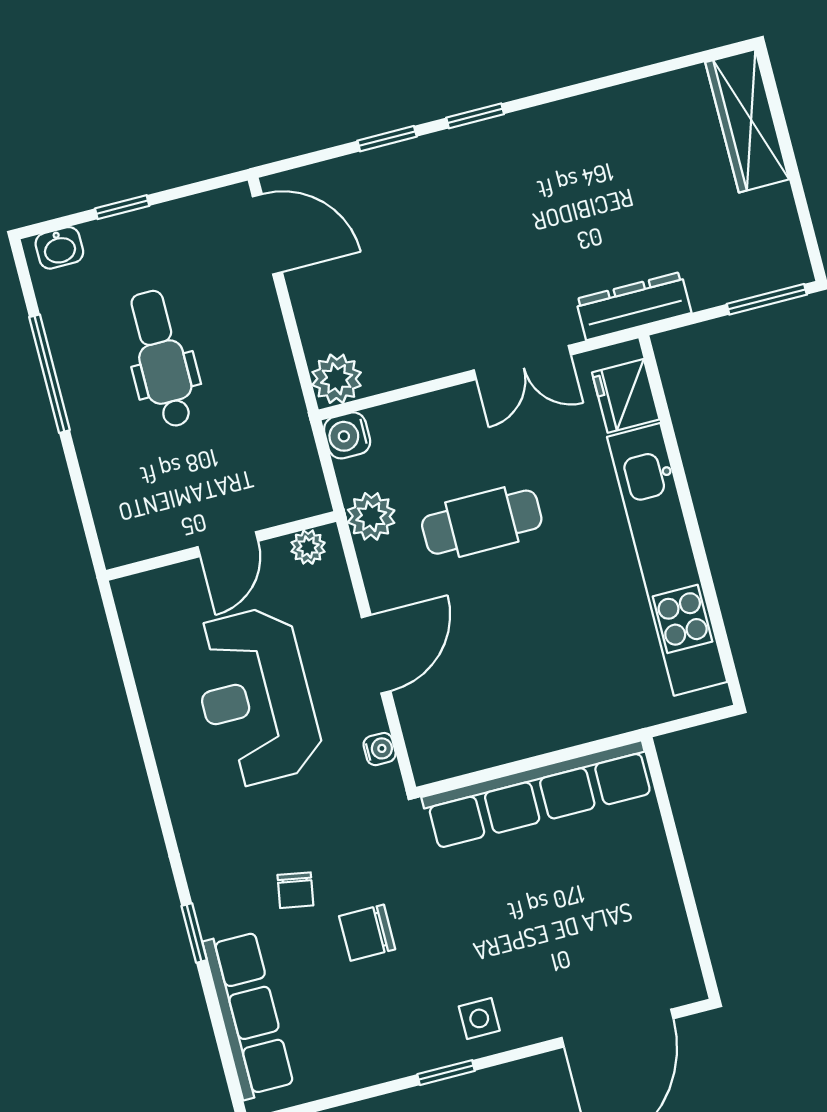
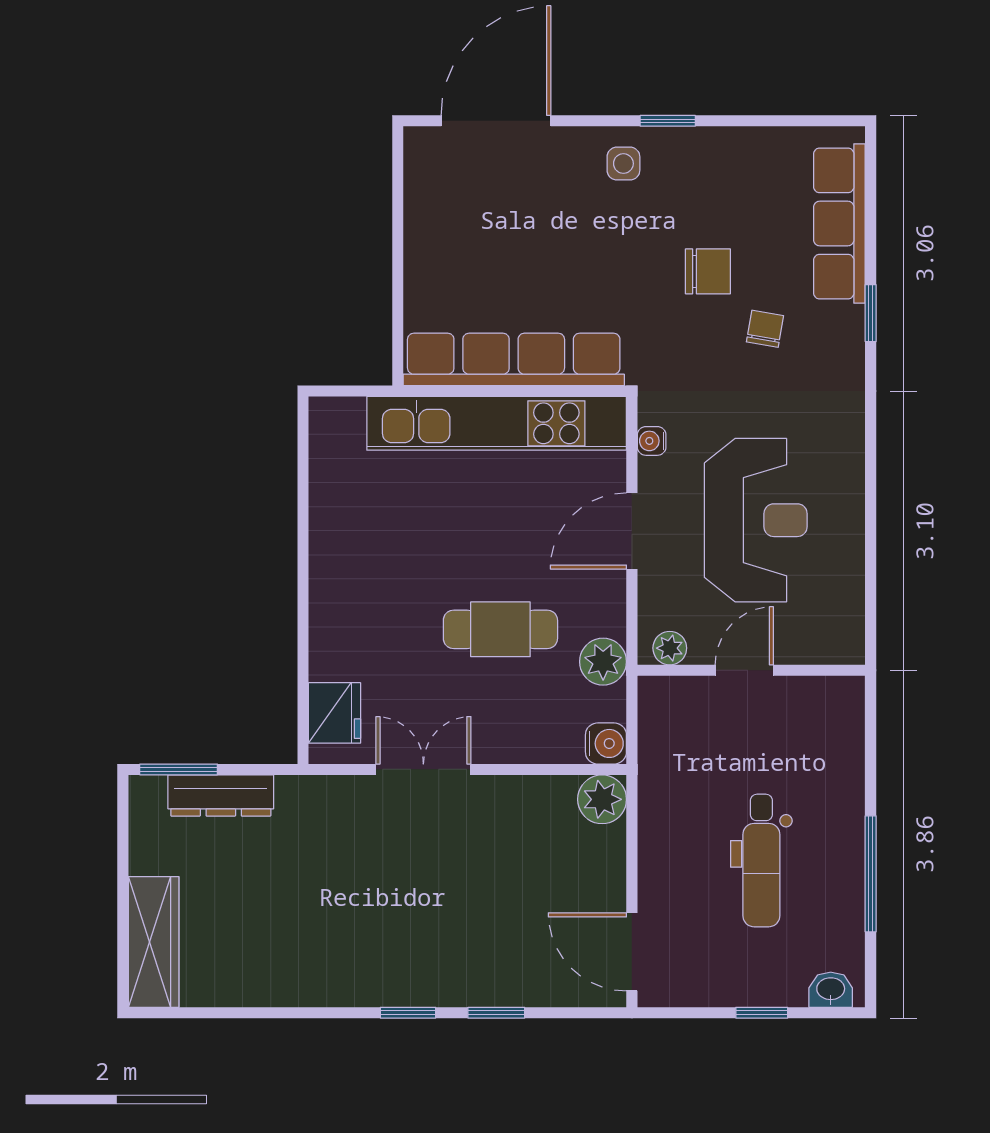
dresser: (634, 306) -> (221, 796), moved
kitchen unit: (667, 559) -> (497, 423), moved, turned 90

